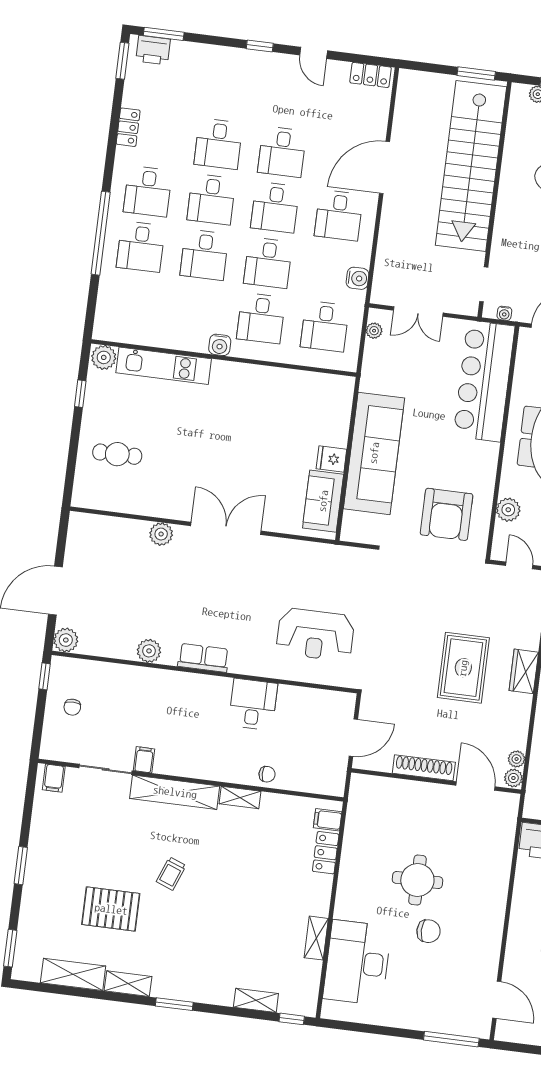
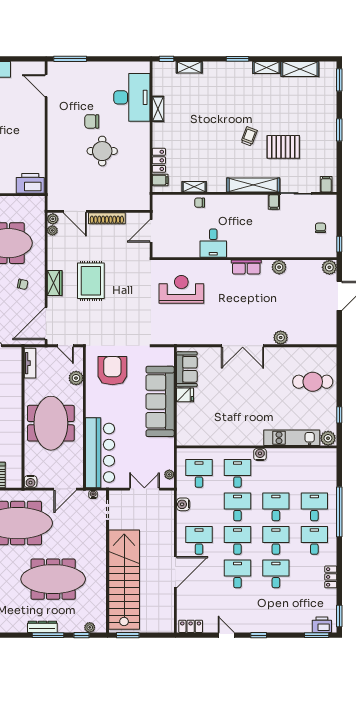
cafe table: (117, 454) -> (313, 382), width x1.37, depth x1.35
shelving: (240, 798) -> (194, 187), moved
pallet: (111, 909) -> (283, 147), moved

